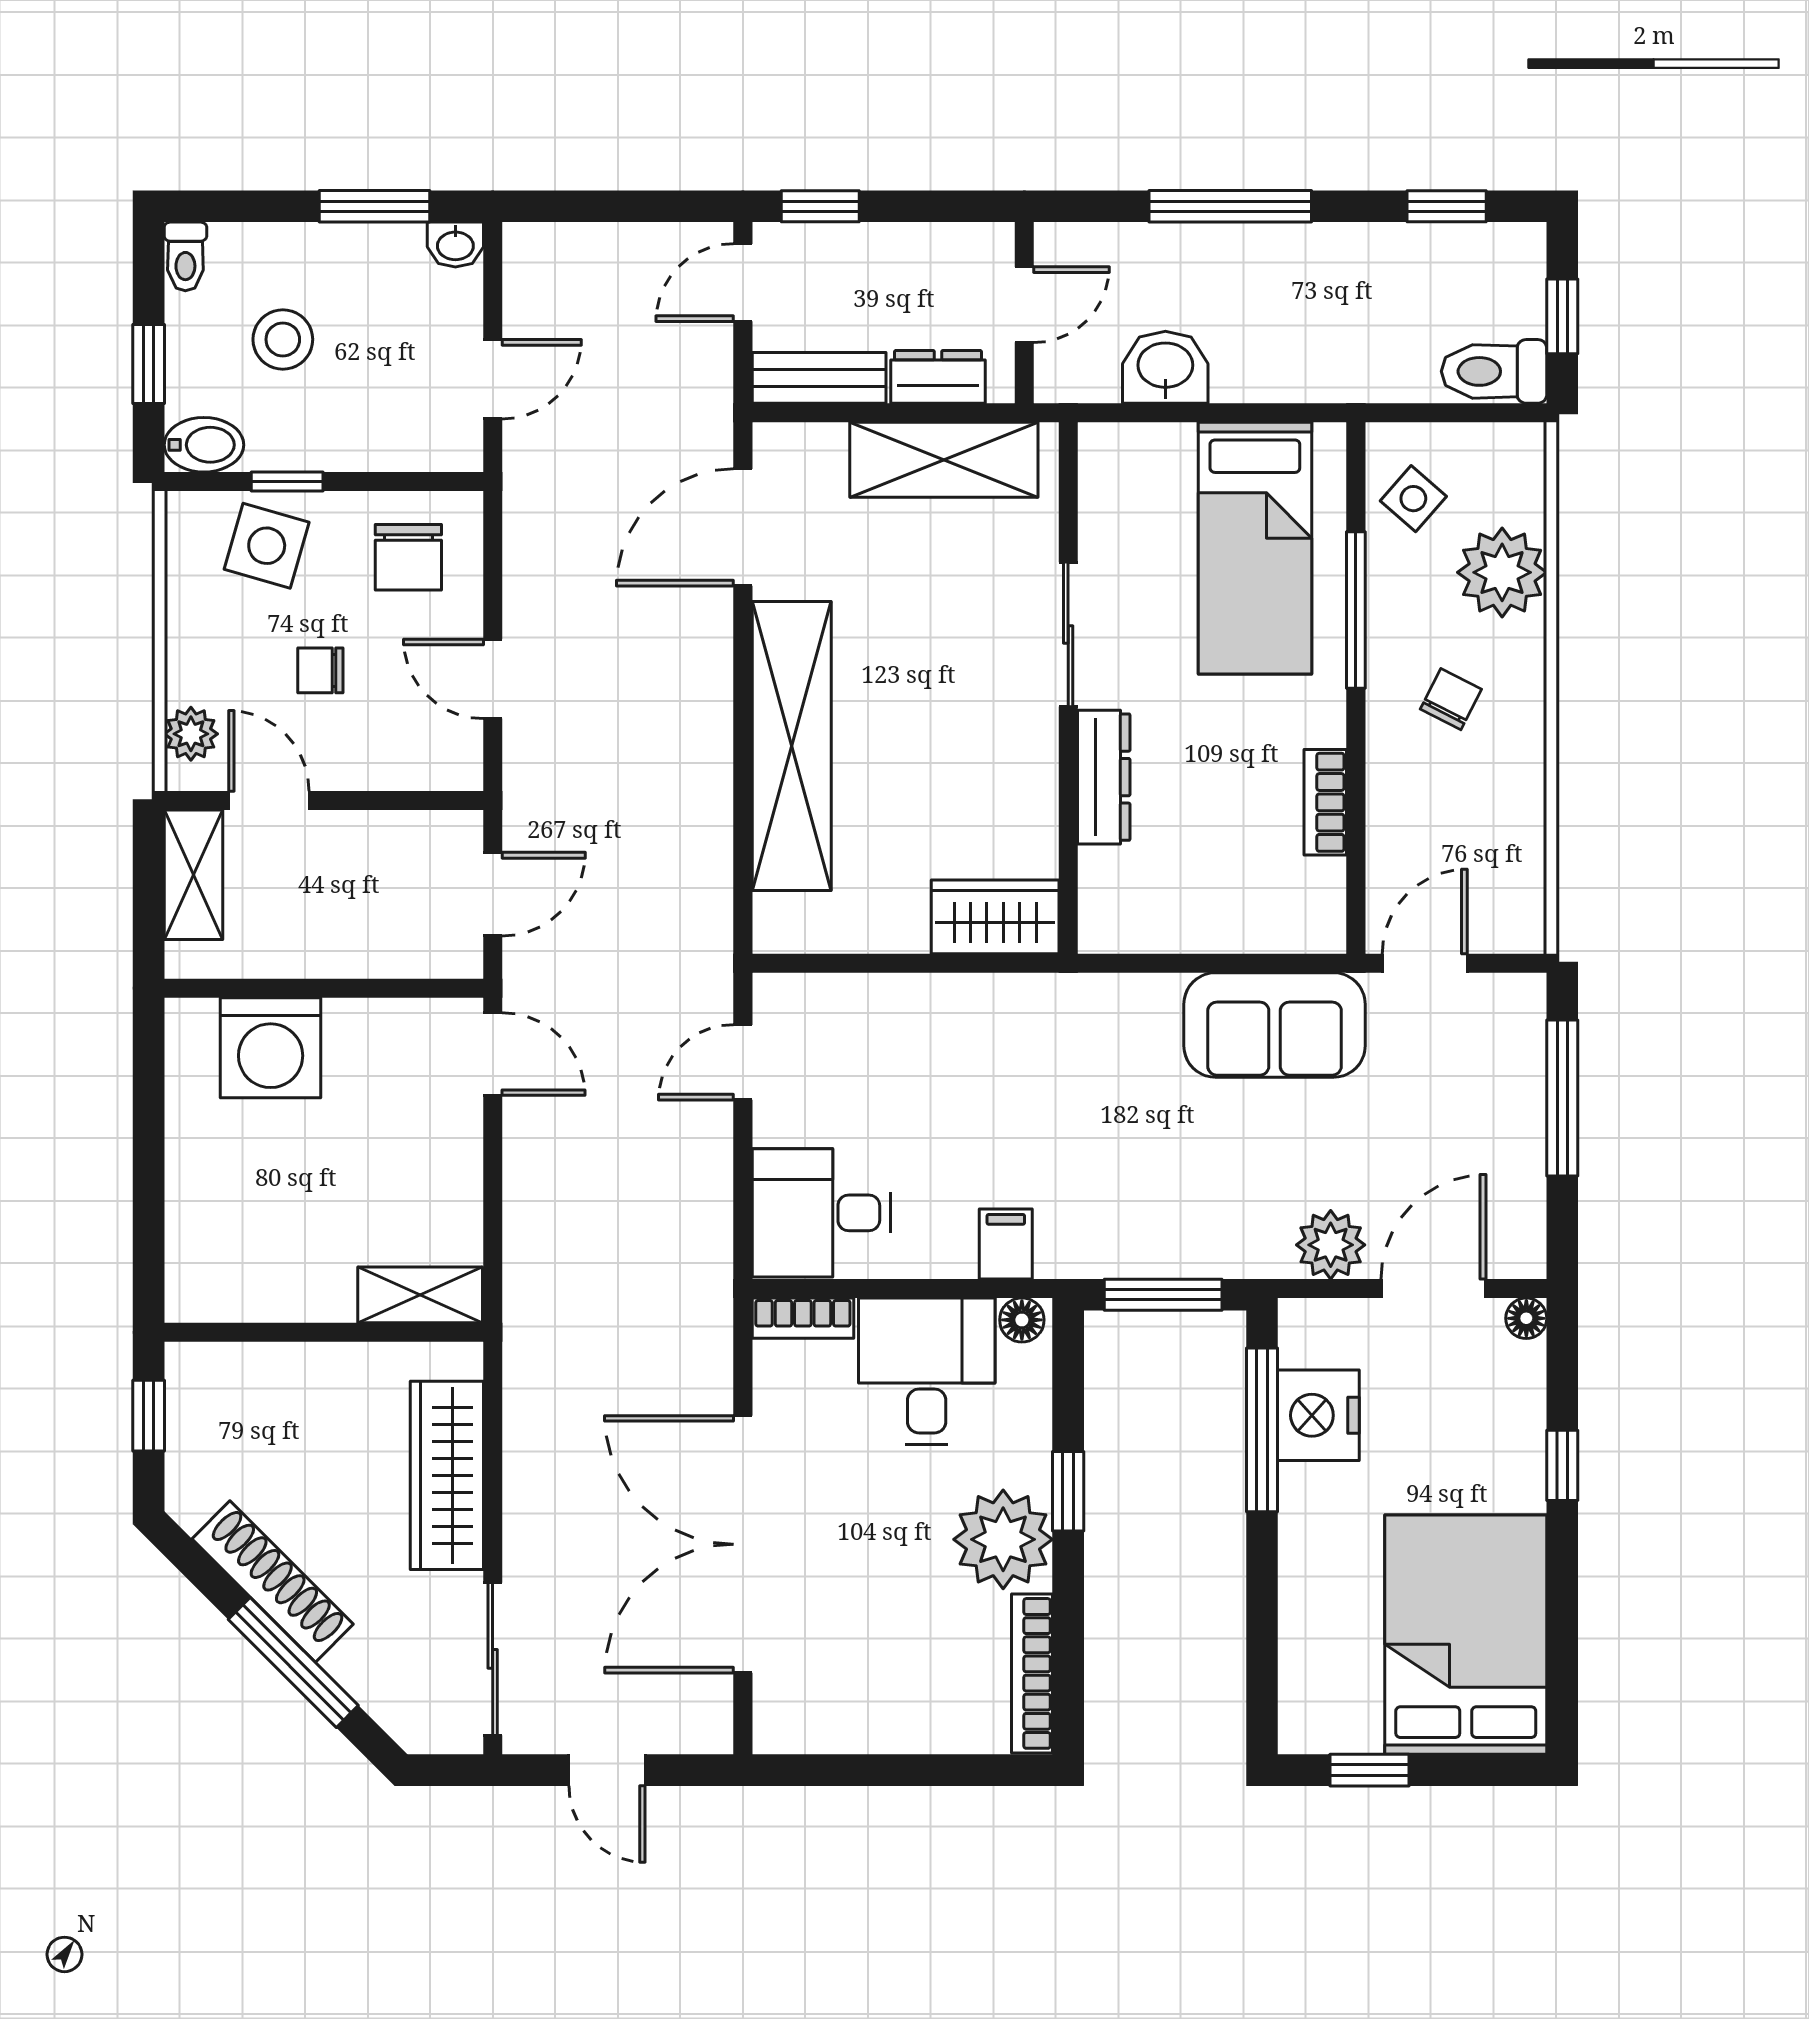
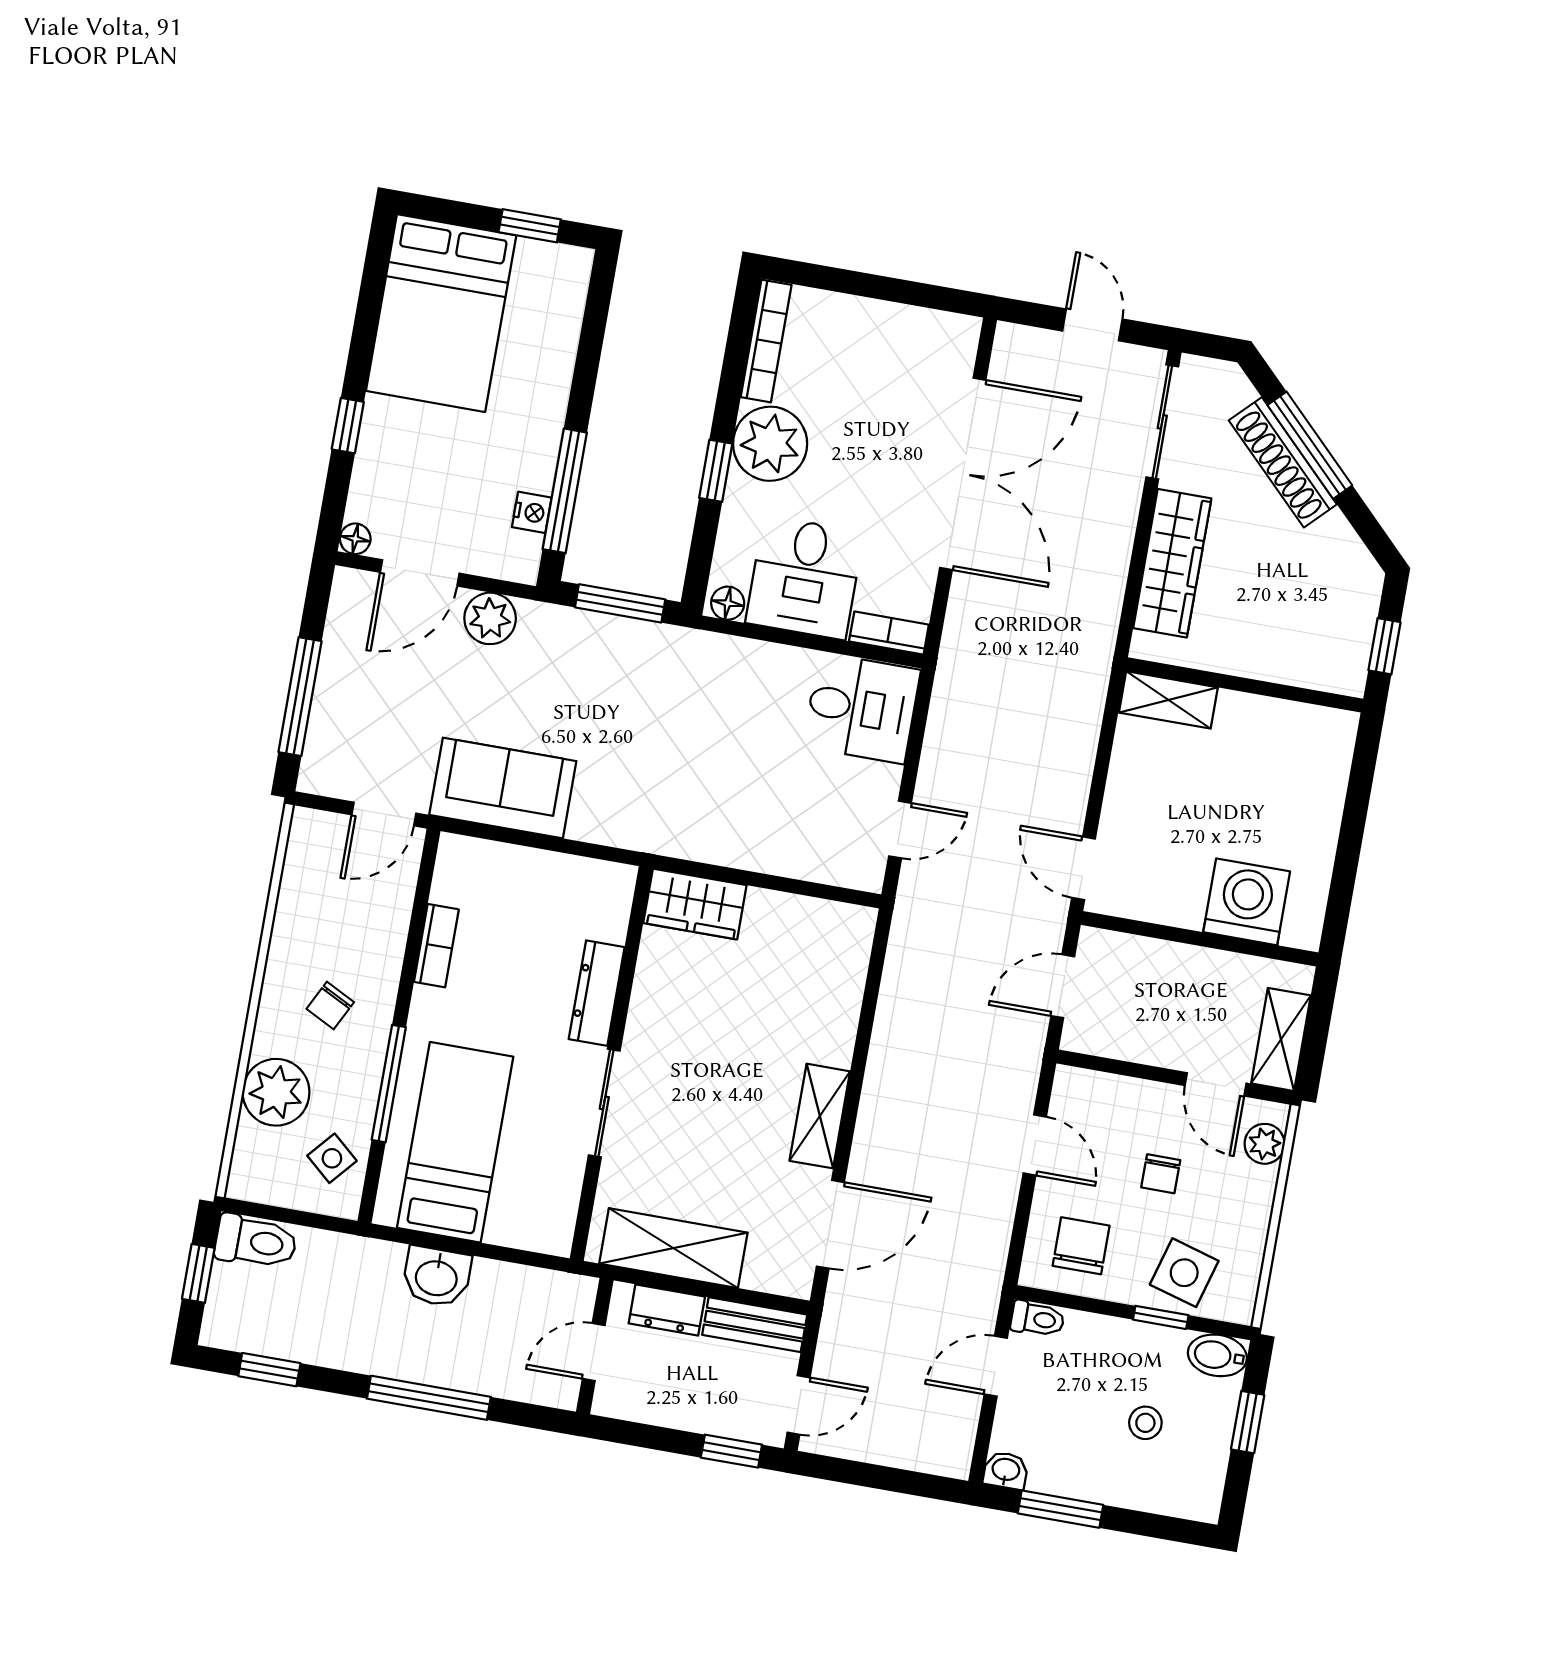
toilet: (185, 256) -> (1037, 1319), moved, turned 90
stool: (283, 339) -> (1145, 1423), width x0.73, depth x0.73
washbasin: (1165, 367) -> (437, 1277), moved
chair: (320, 670) -> (1161, 1174), turned 90
shelving: (792, 746) -> (820, 1116), width x0.45, depth x0.75
filing cabinet: (1006, 1244) -> (730, 661), removed
nightstand: (1318, 1415) -> (532, 512), width x0.53, depth x0.56
shoe rack: (273, 1582) -> (1283, 462), moved

